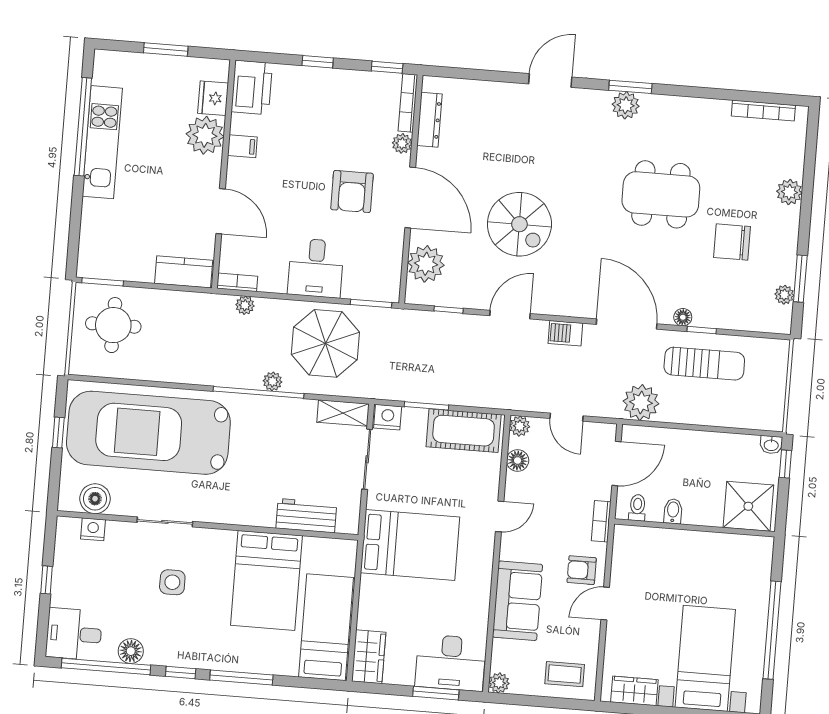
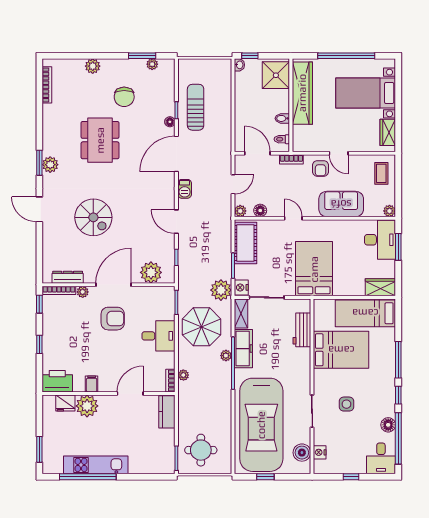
window: (166, 49) -> (39, 449), moved
spiral stairs: (519, 224) -> (93, 217), moved, turned 90
plant: (641, 402) -> (221, 290), moved
freezer: (282, 412) -> (243, 349), added
wardrobe: (714, 549) -> (302, 93), added

